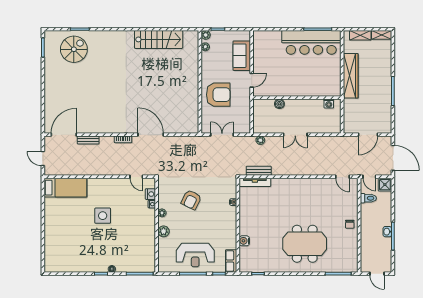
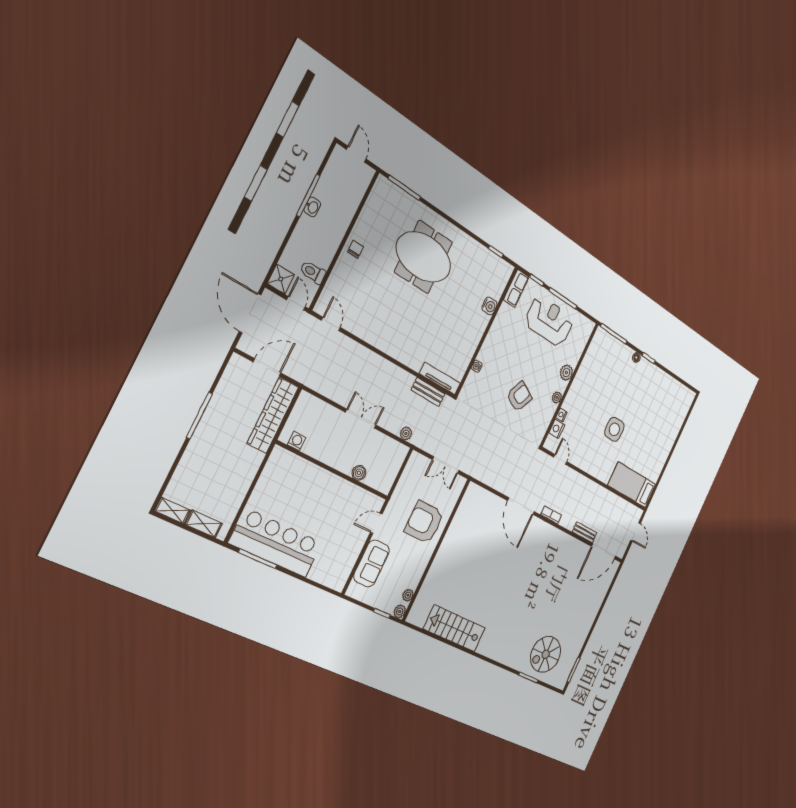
wardrobe: (351, 76) -> (273, 415), moved

